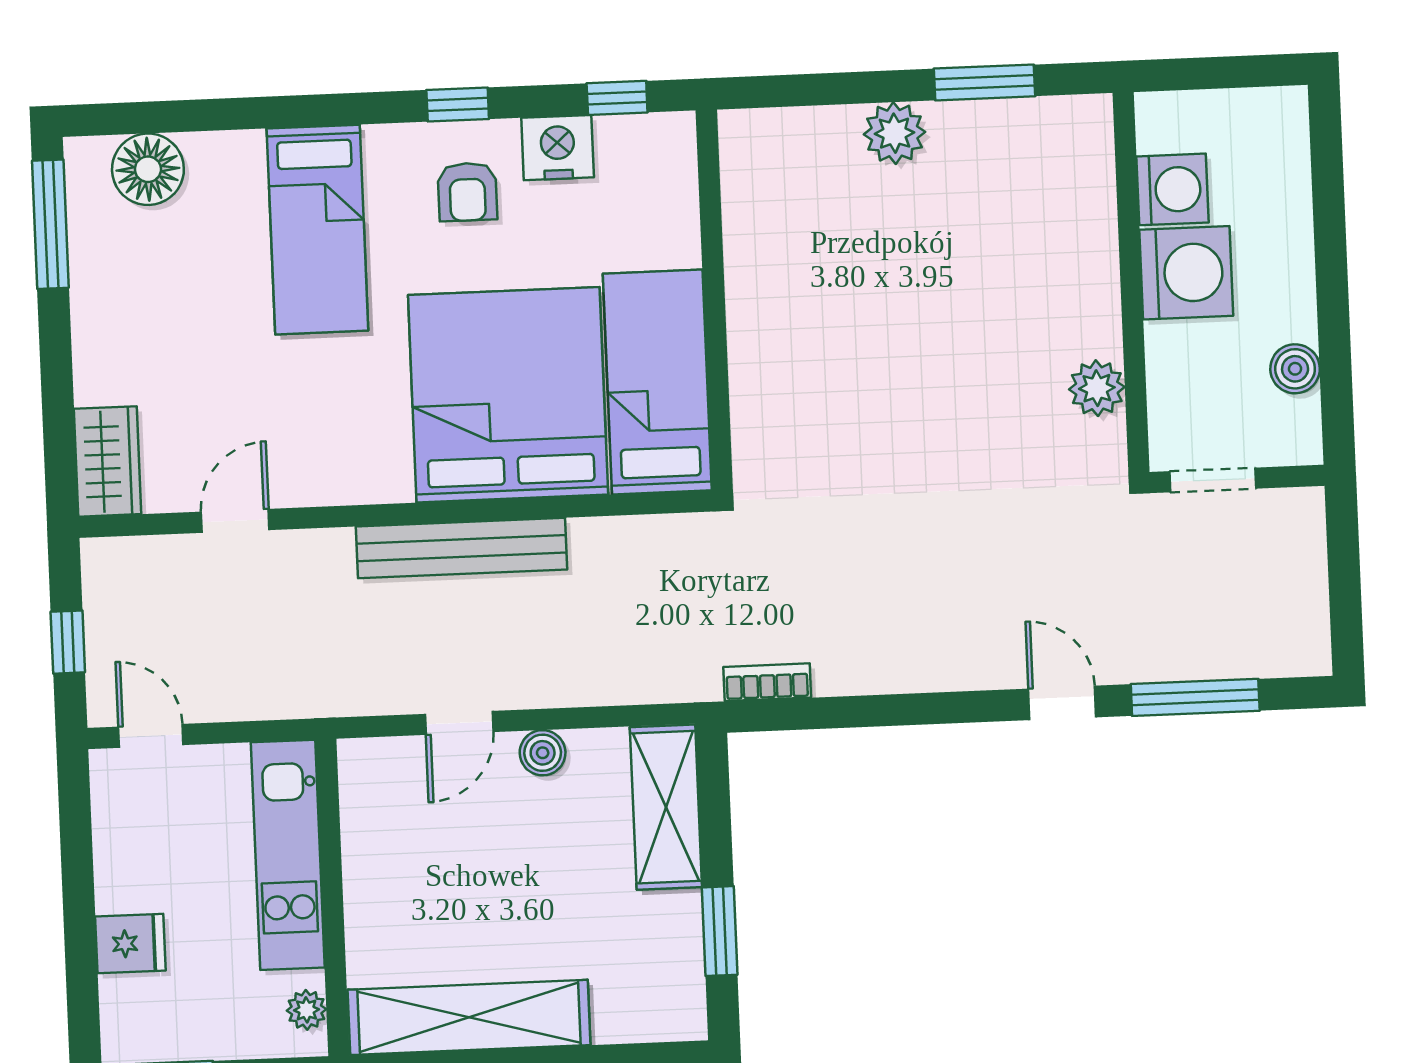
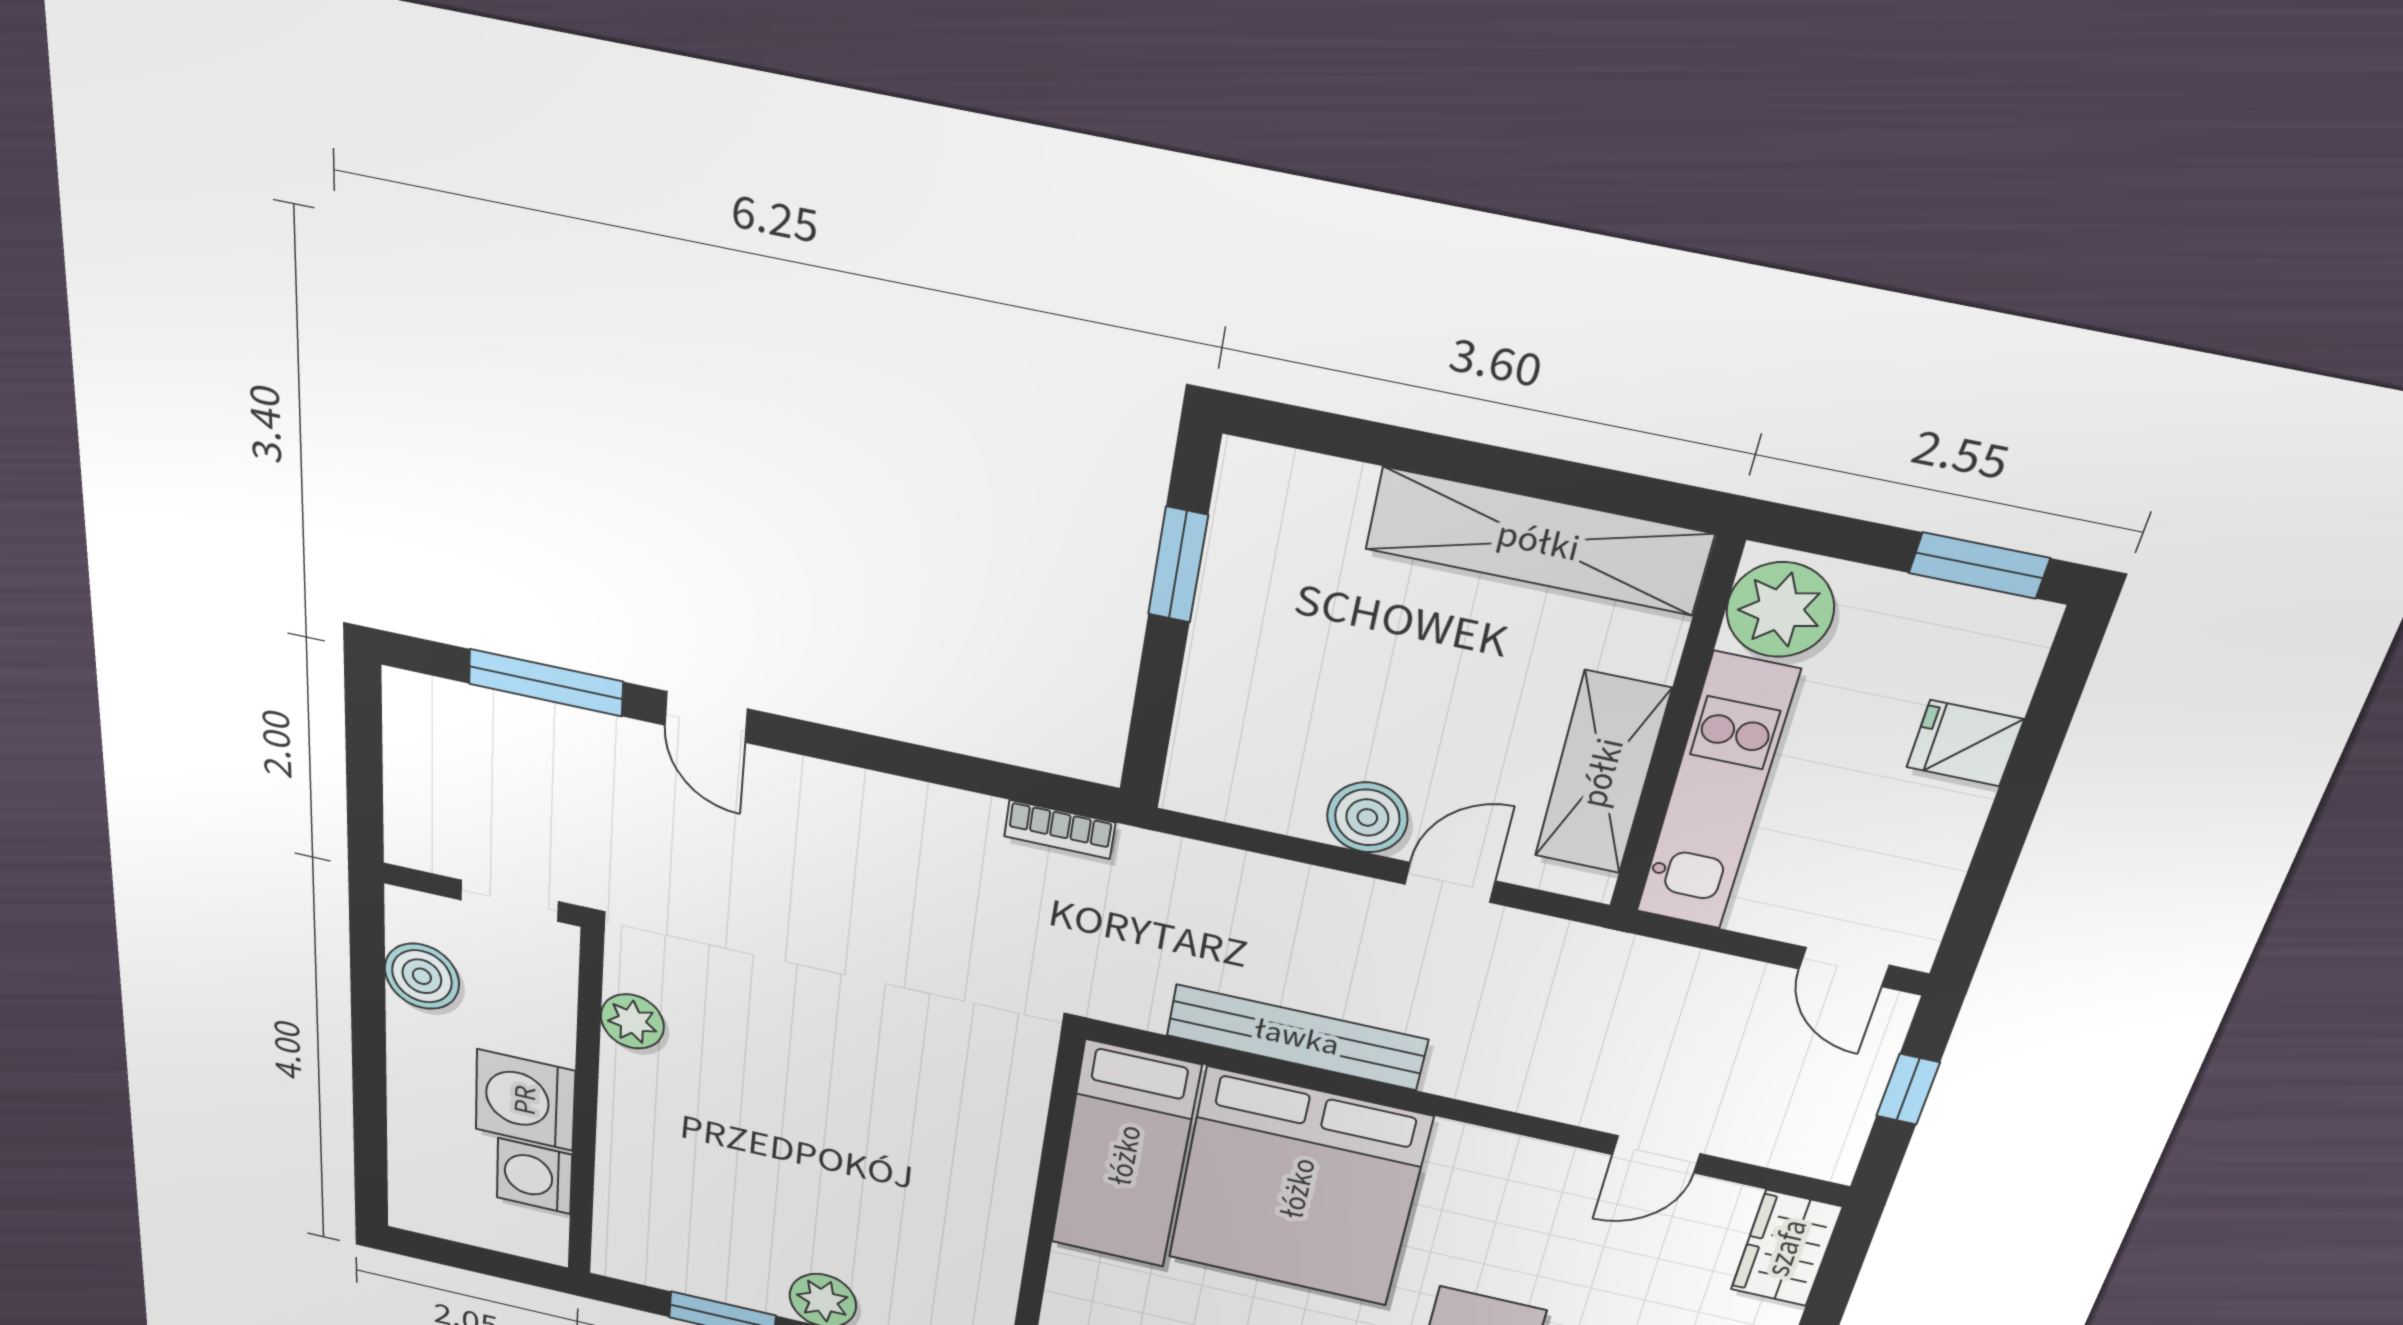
boiler: (1295, 369) -> (422, 976), width x1.36, depth x1.36
bench: (462, 548) -> (1297, 1037), moved
boiler: (543, 753) -> (1367, 817), width x1.36, depth x1.36
shelving: (666, 807) -> (1602, 773), moved
plant: (306, 1010) -> (1780, 610), width x1.87, depth x1.87

